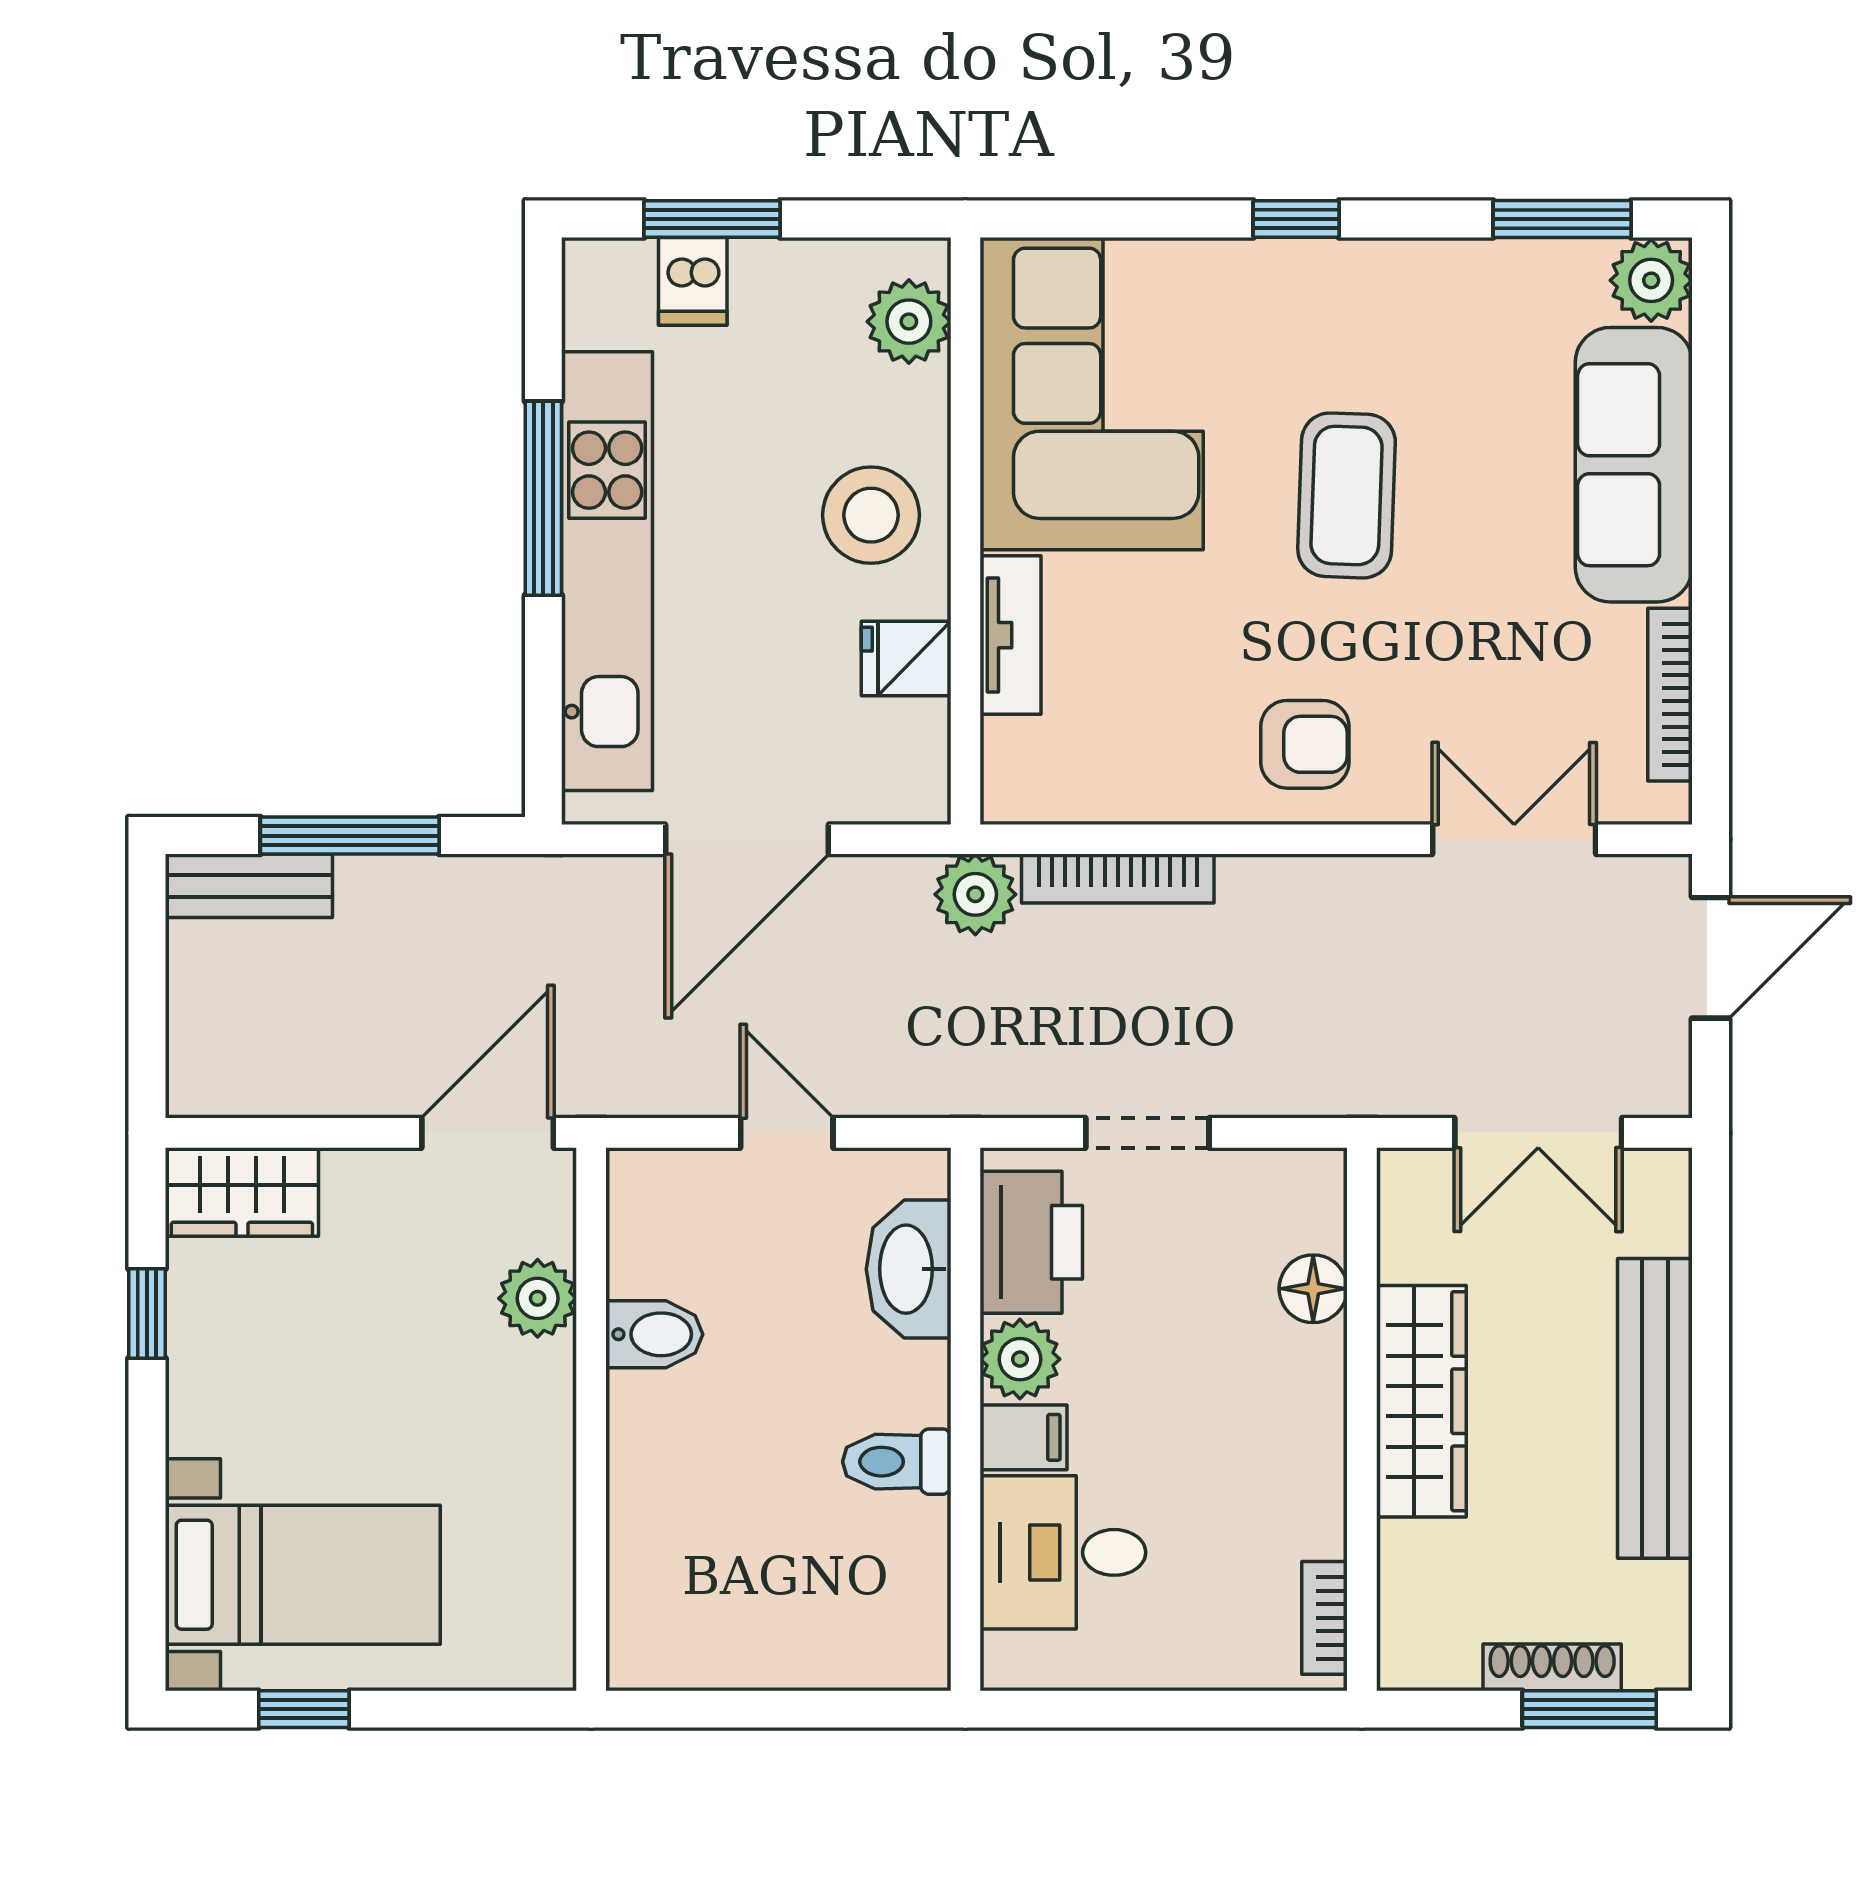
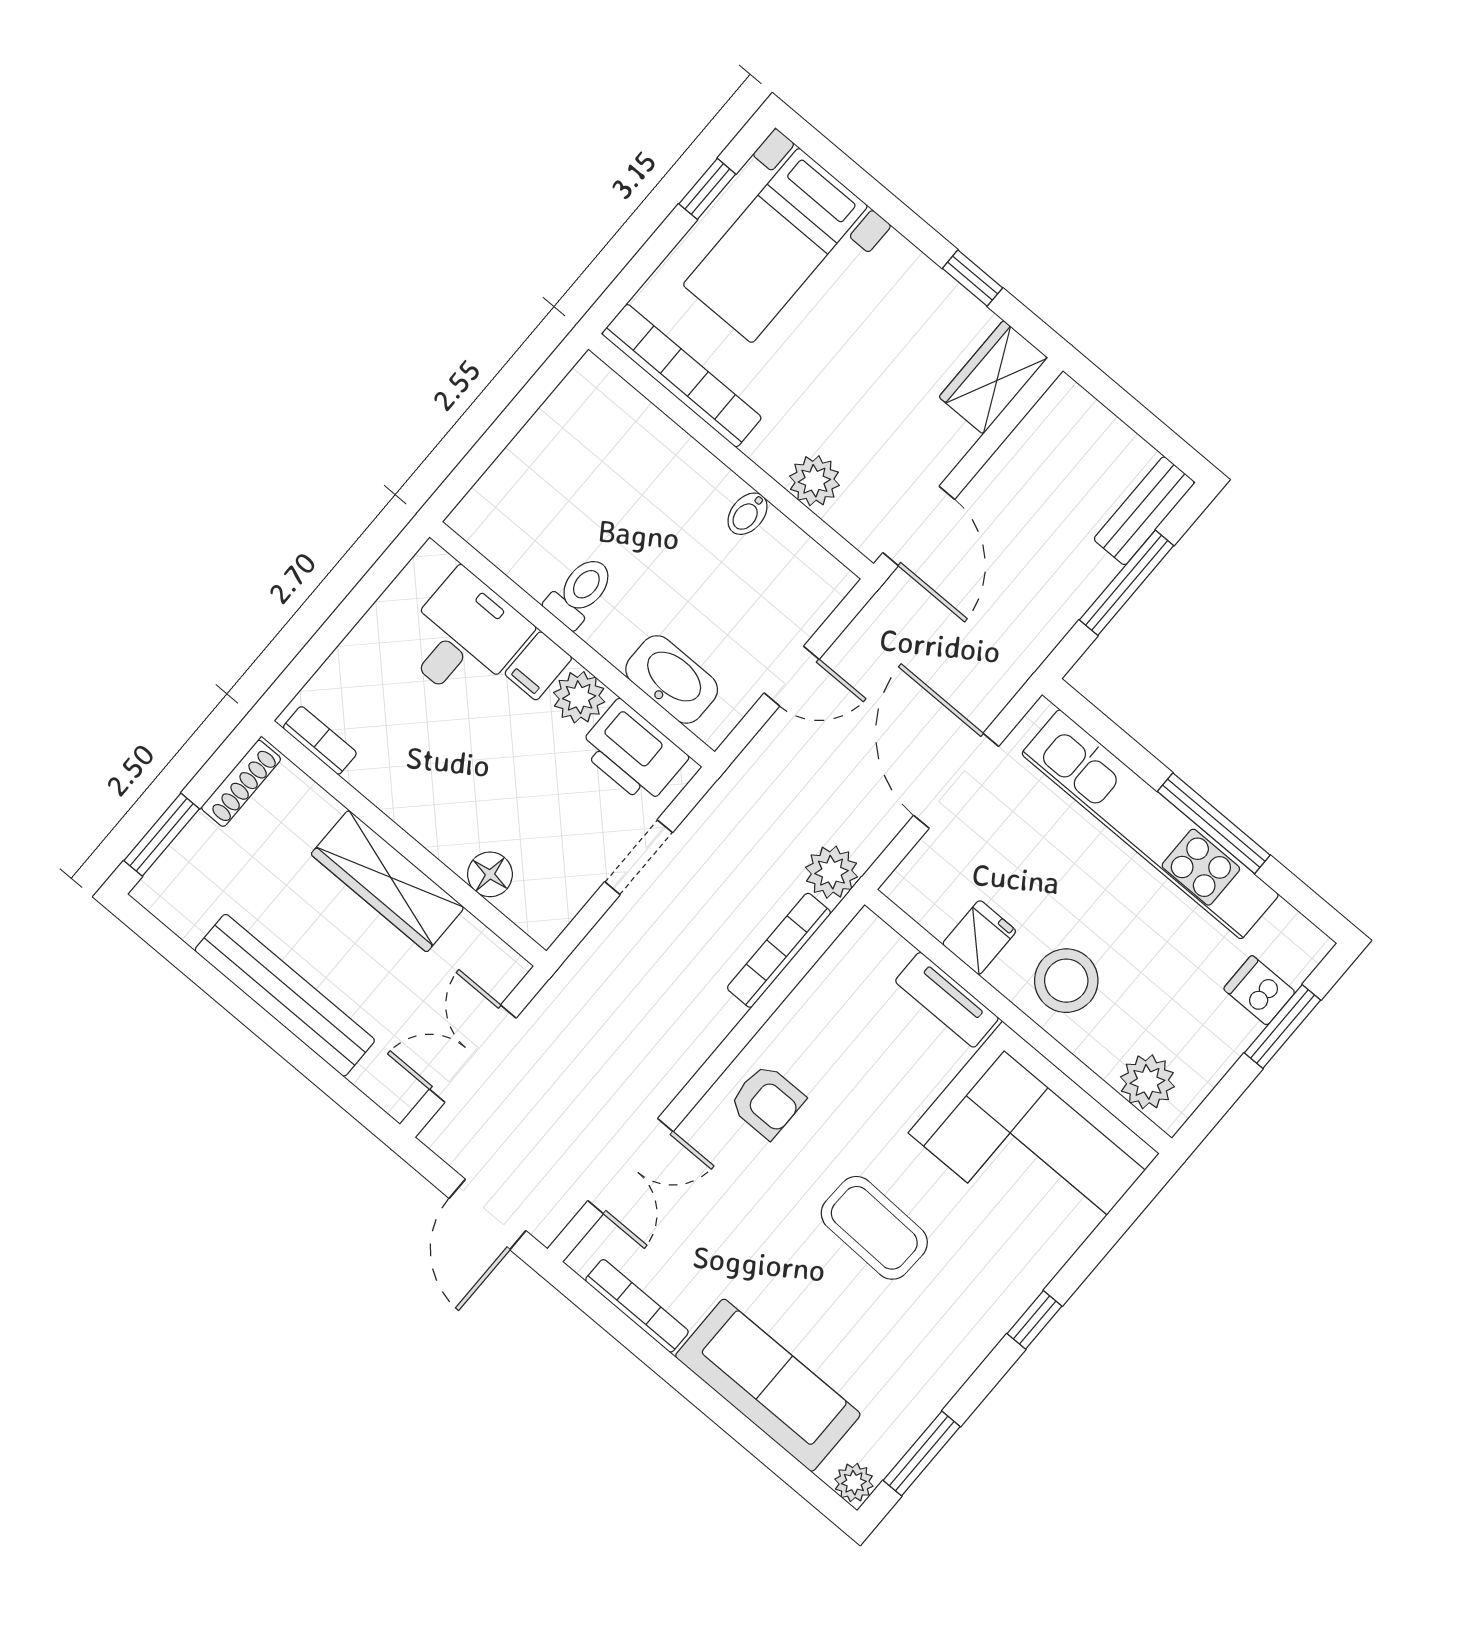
plant: (1651, 280) -> (854, 1483), width x0.73, depth x0.73
armchair: (1305, 744) -> (767, 1101), turned -90
bidet: (654, 1334) -> (748, 514), width x0.72, depth x0.74
bookcase: (546, 1556) -> (682, 376), added
shoe rack: (1552, 1667) -> (241, 783), moved

